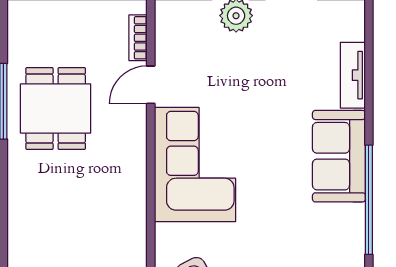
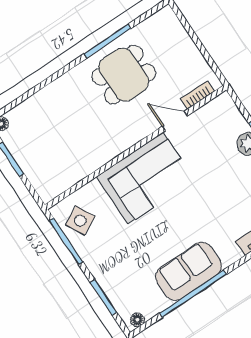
sofa: (339, 156) -> (189, 271), moved

